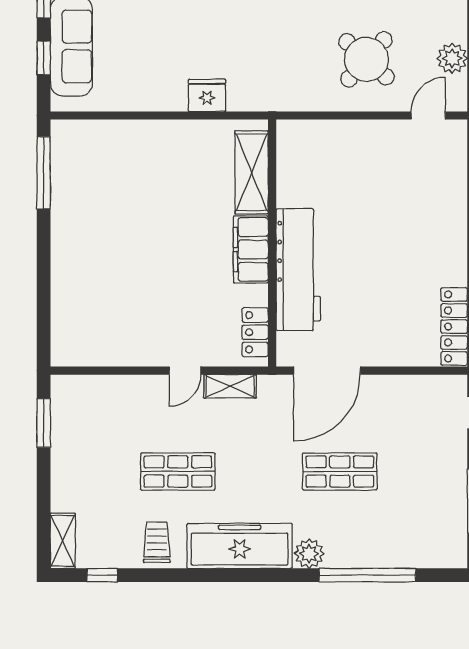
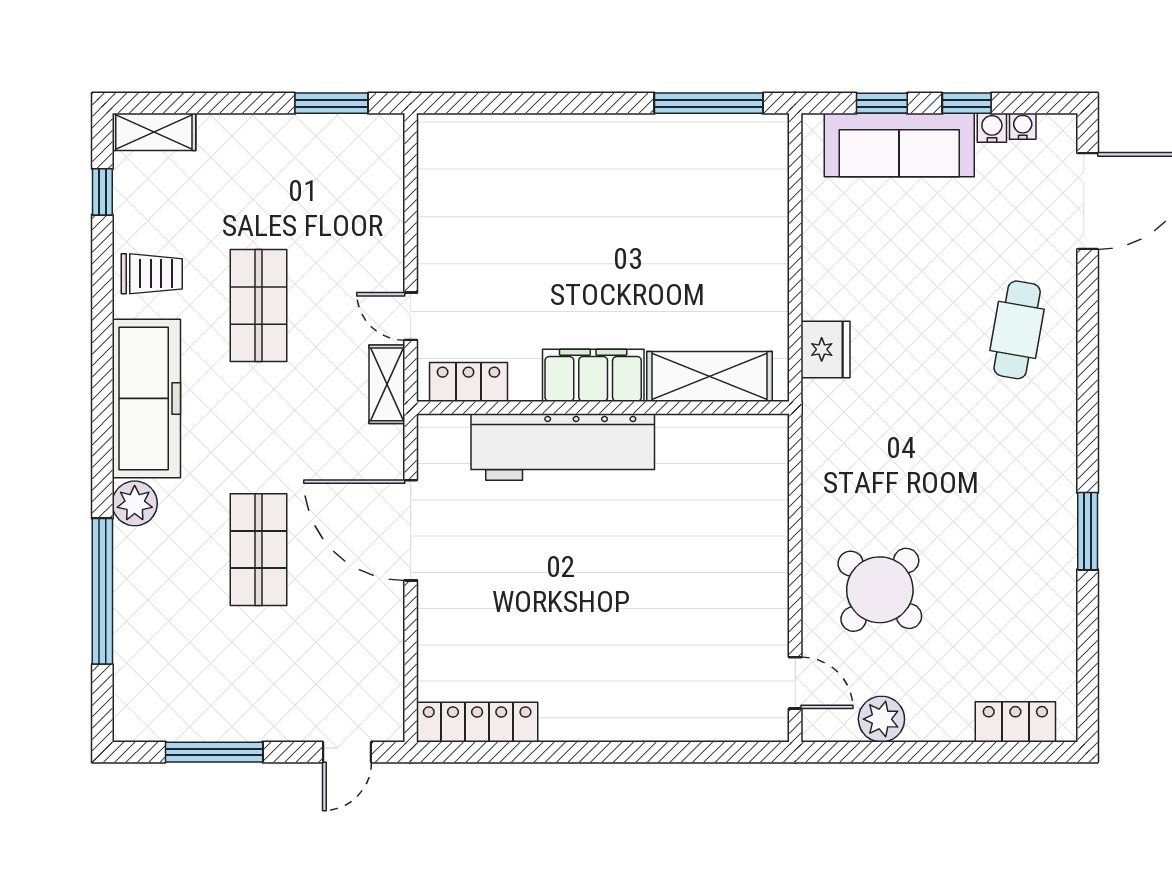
shelving: (252, 172) -> (710, 377), moved
wall: (272, 243) -> (603, 408), moved
filing cabinet: (251, 250) -> (593, 375), moved
workbench: (298, 270) -> (563, 447), moved
locker: (255, 332) -> (468, 382), moved

